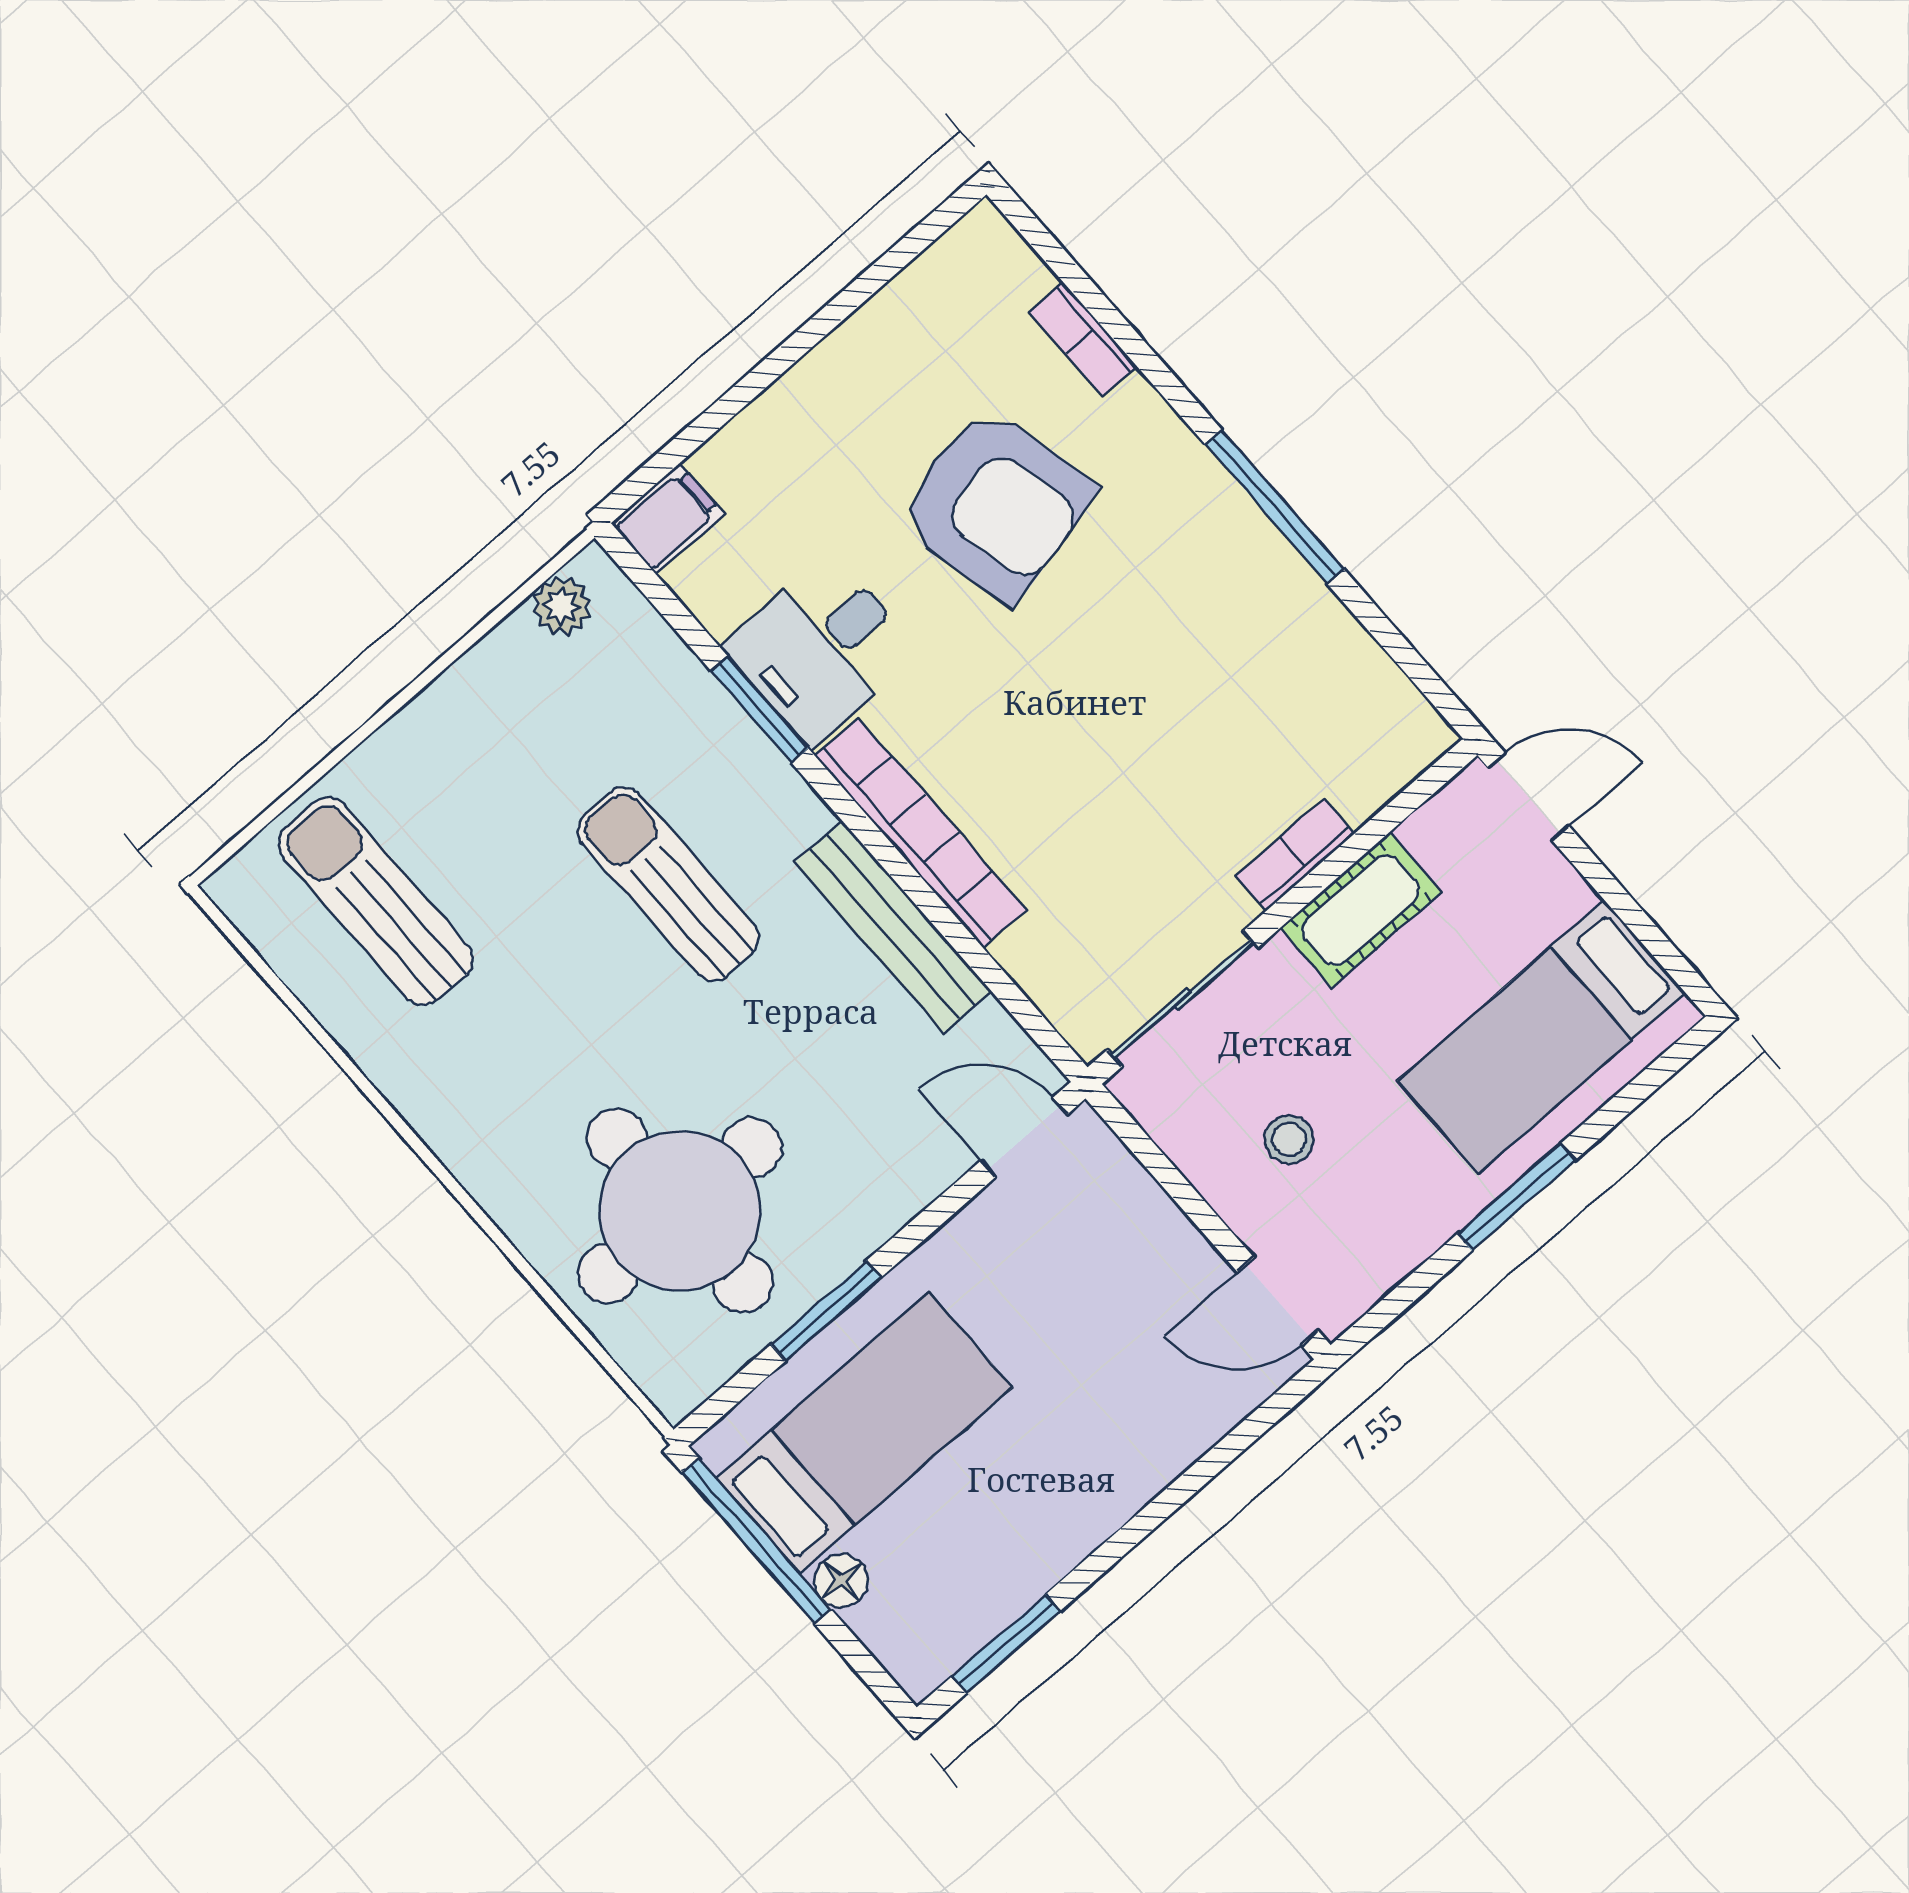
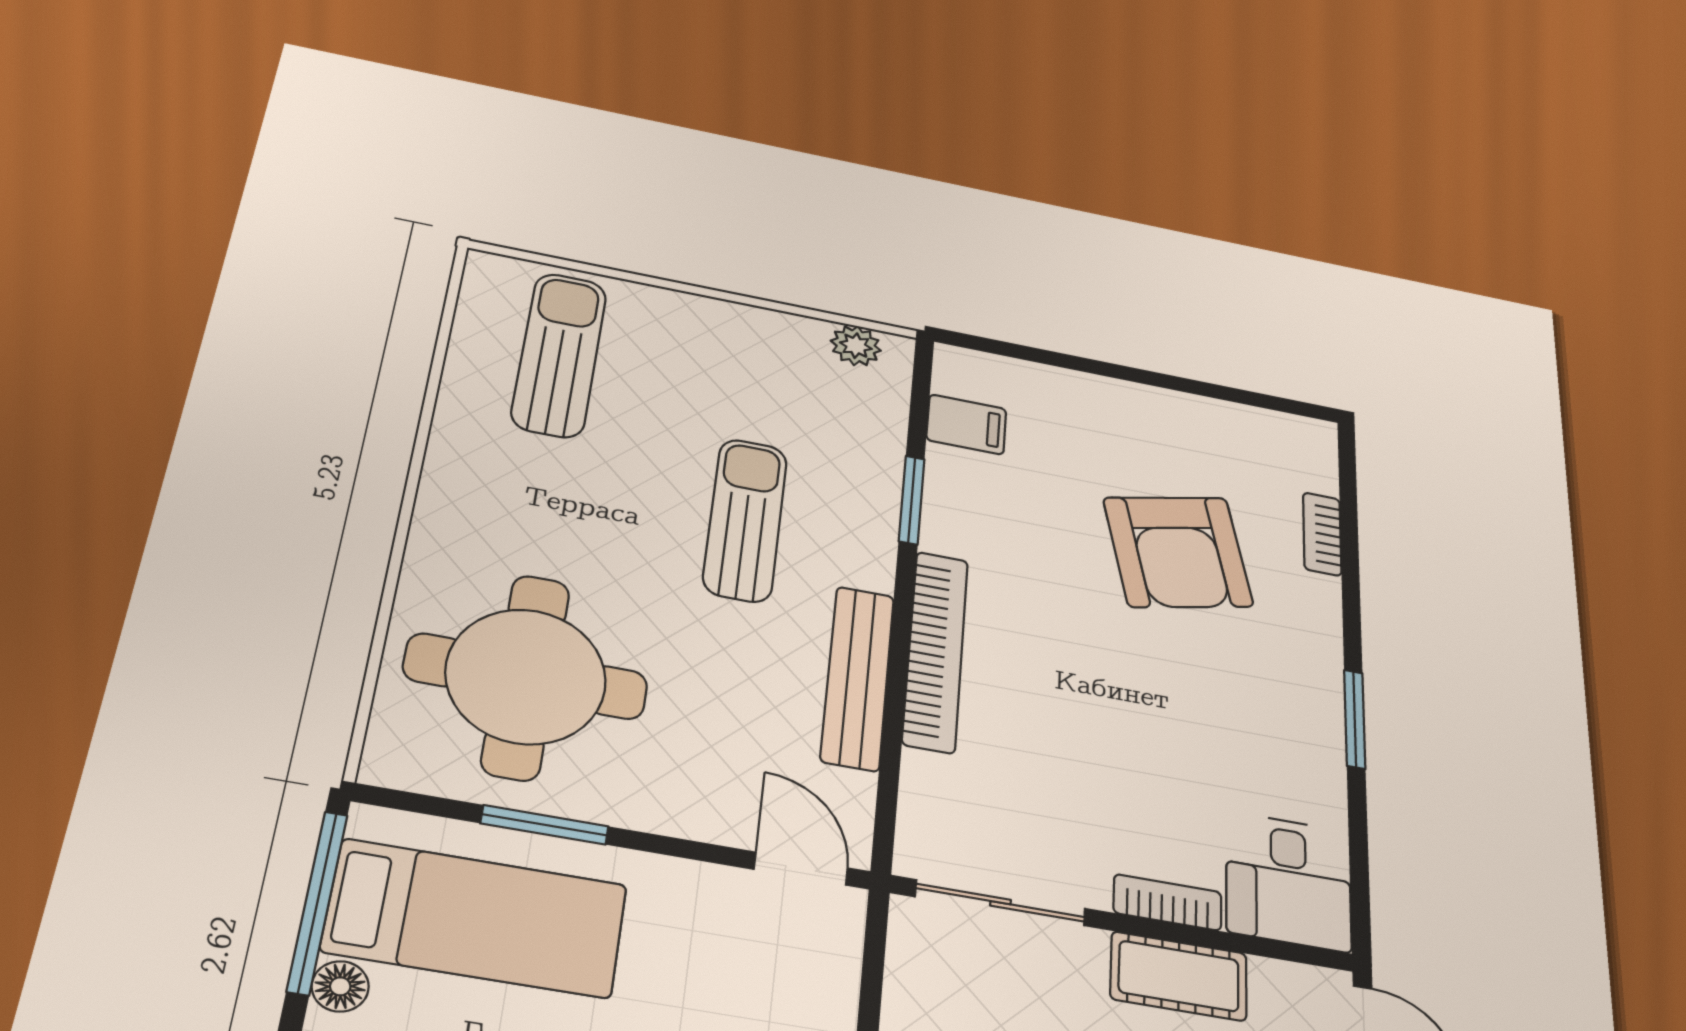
window: (1274, 507) -> (1355, 719), width x0.69
filing cabinet: (668, 519) -> (966, 424), moved
desk: (821, 650) -> (1289, 881), moved, turned -90

